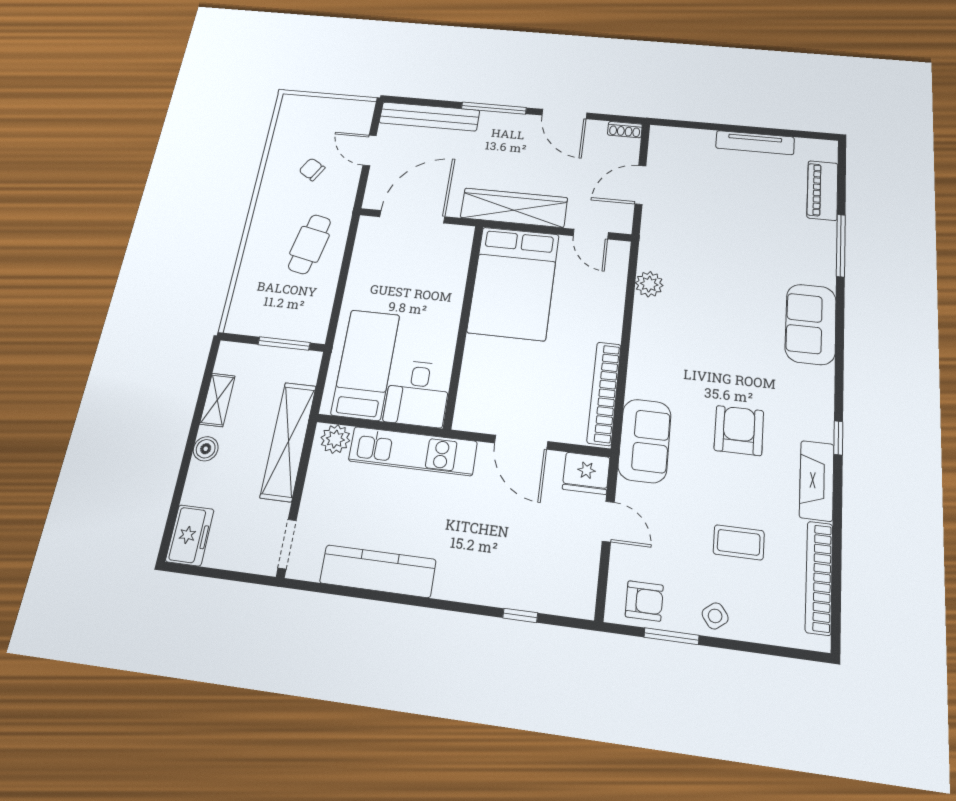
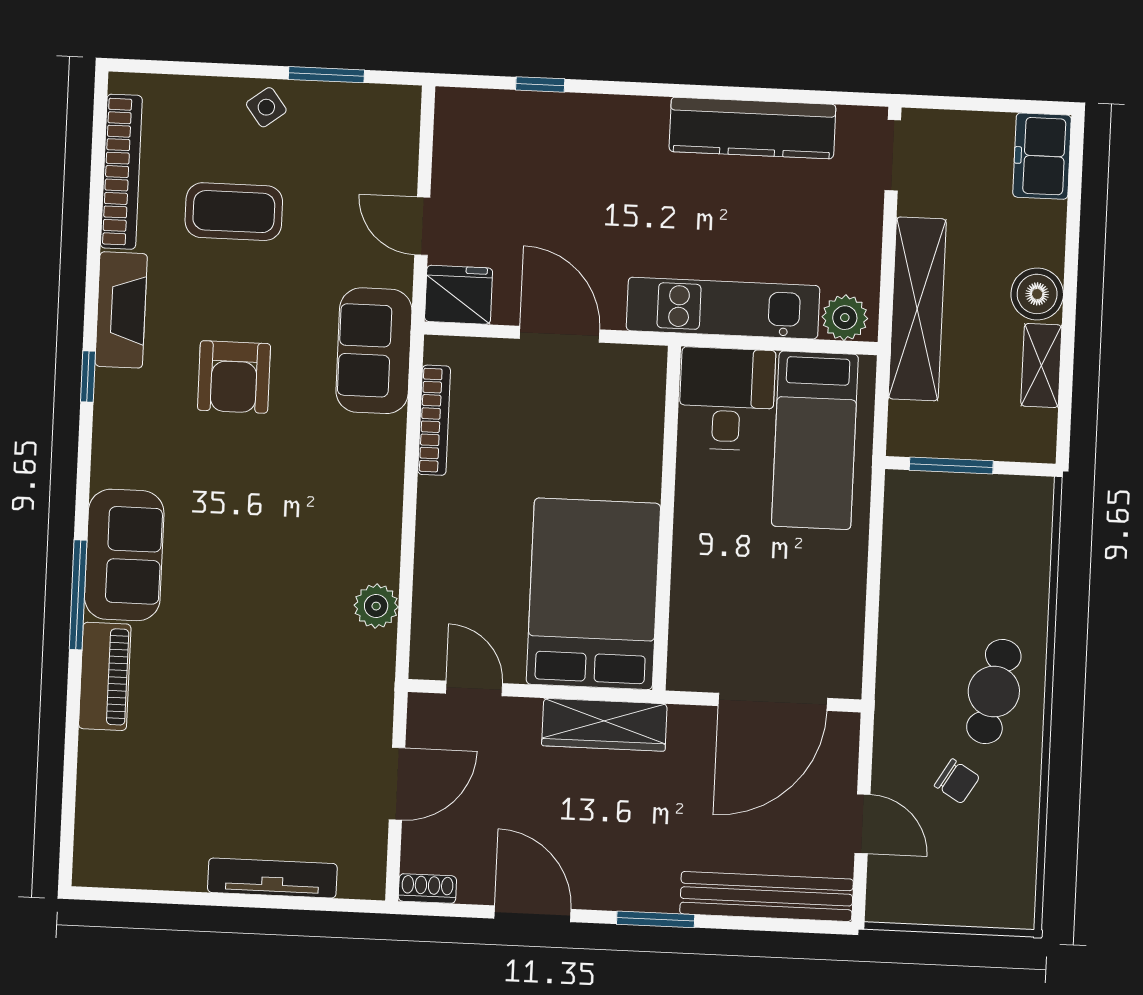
window: (494, 108) -> (656, 919), width x0.69
tv unit: (755, 143) -> (272, 878), moved
piano: (823, 190) -> (105, 676), moved
wardrobe: (514, 208) -> (604, 725), width x0.71, depth x0.85
cafe table: (310, 244) -> (994, 692), moved
window: (841, 246) -> (78, 595), moved
bookcase: (604, 393) -> (434, 420), width x0.68, depth x0.76
boiler: (206, 449) -> (1037, 294), width x1.36, depth x1.36
coffee table: (739, 542) -> (234, 212), width x1.36, depth x1.30
armchair: (644, 601) -> (366, 119), removed

